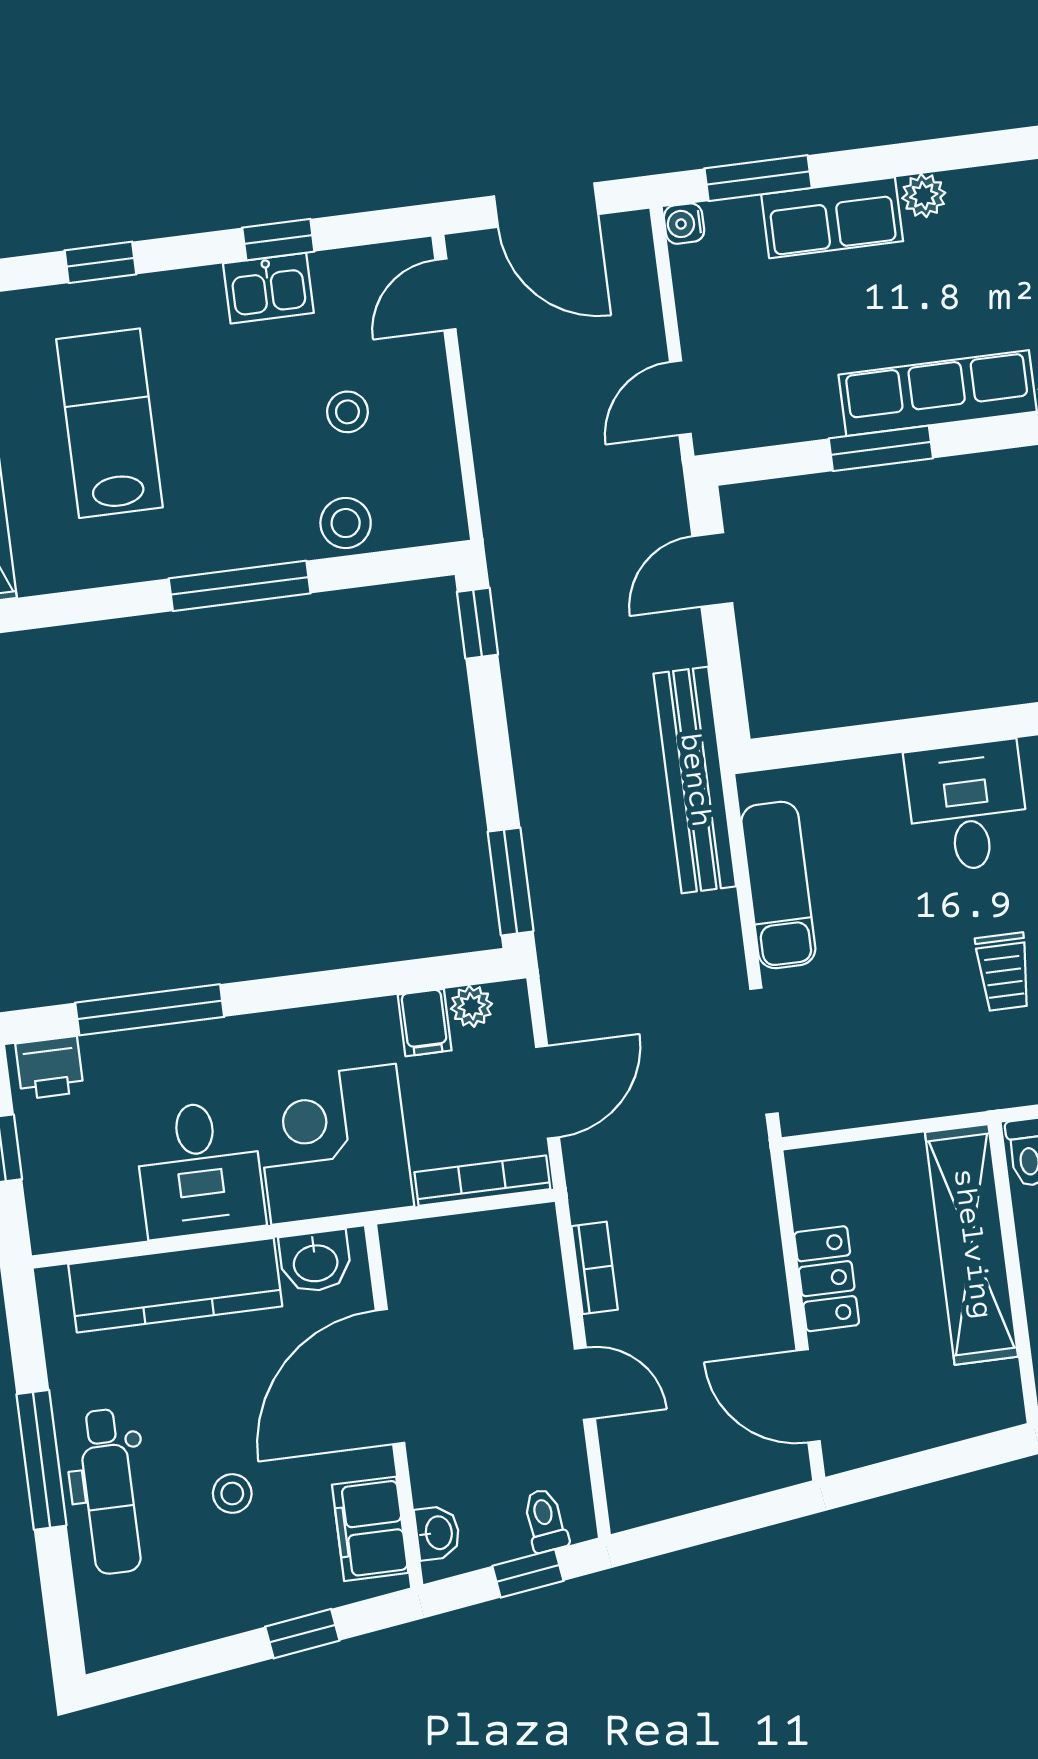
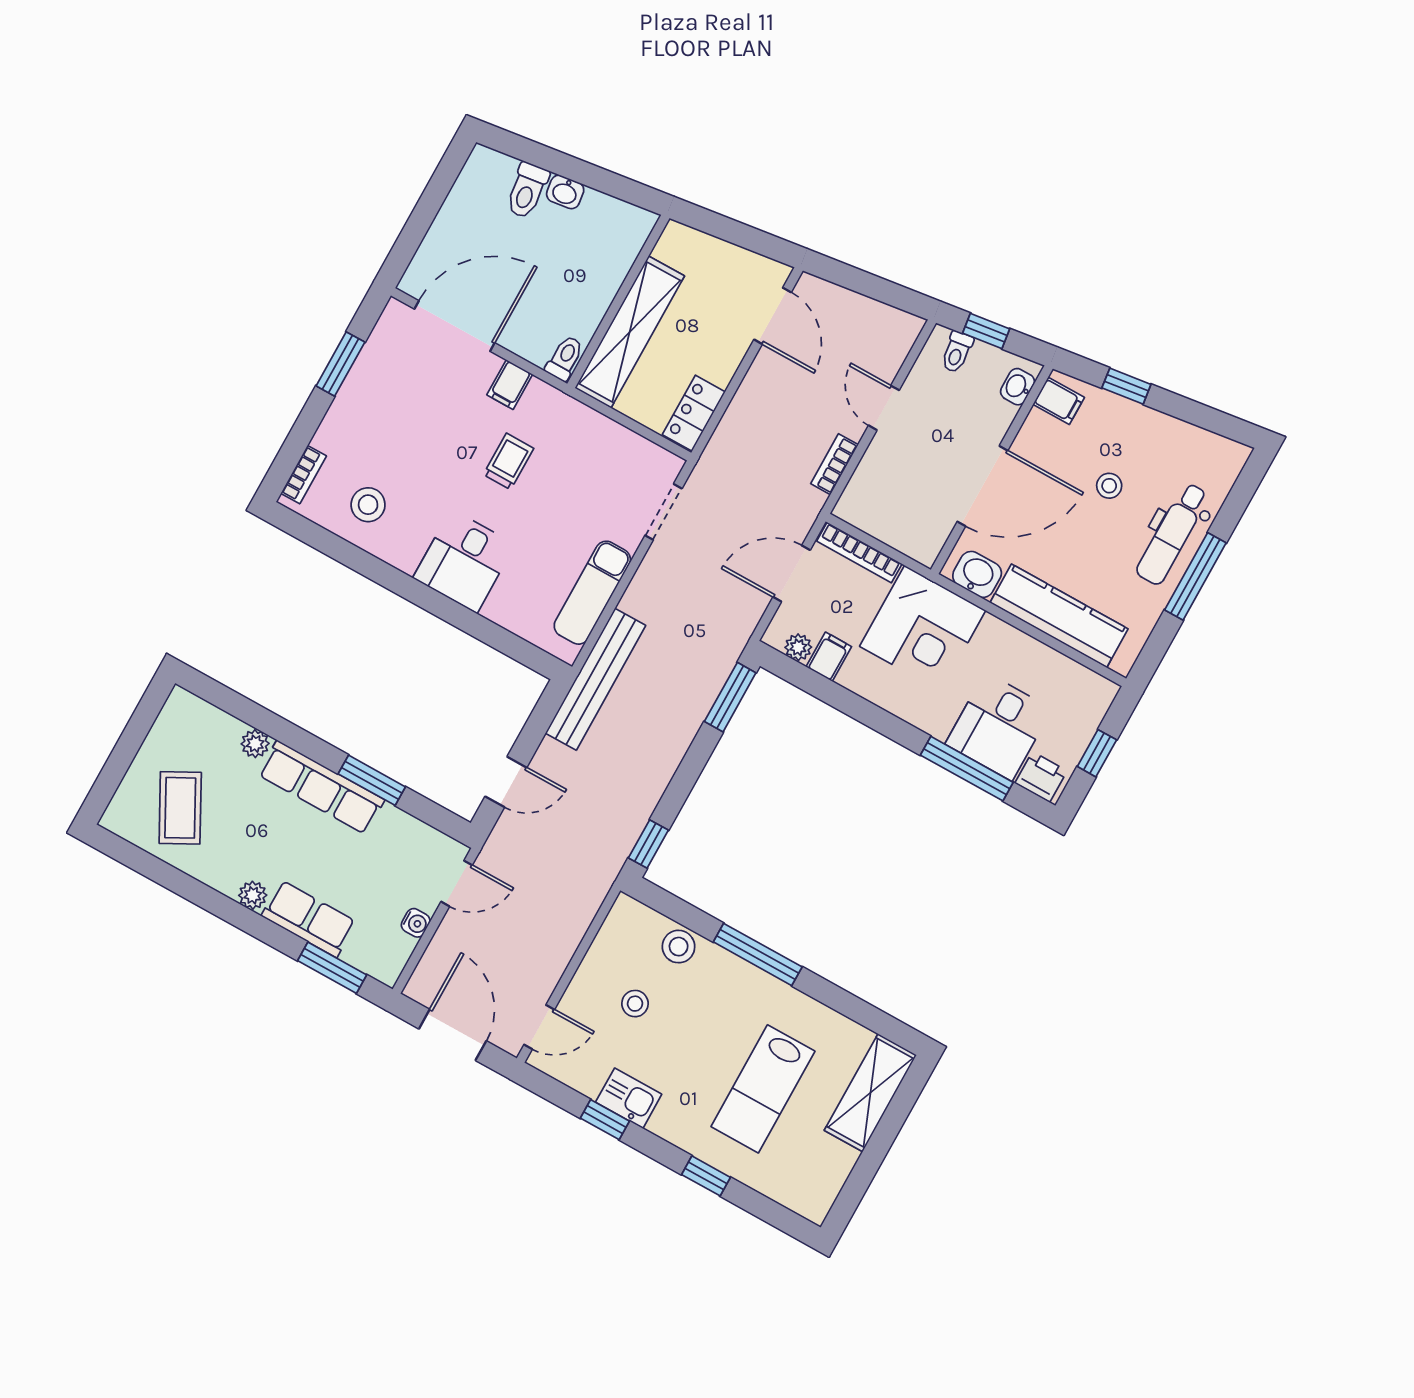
water cooler: (684, 224) -> (416, 923), moved
doorway: (764, 1051) -> (663, 512), width x0.73
desk: (200, 1169) -> (999, 727), moved, turned 180
locker: (827, 1279) -> (694, 413), moved
dental chair: (109, 1491) -> (1172, 534), turned 180
filing cabinet: (370, 1529) -> (1059, 401), width x0.50

